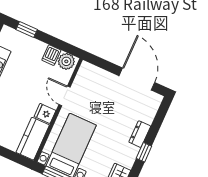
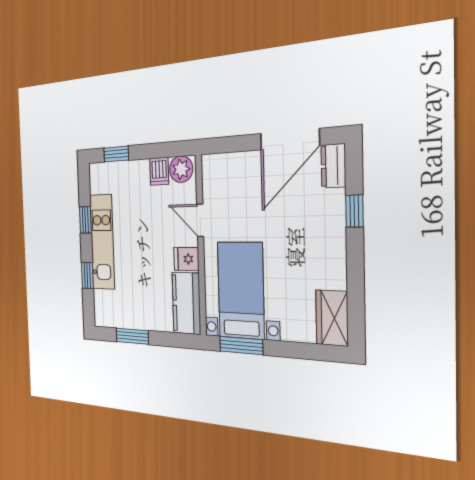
door: (137, 79) -> (290, 139), swing flipped
dresser: (140, 134) -> (333, 166), moved
window: (144, 152) -> (354, 211), moved

